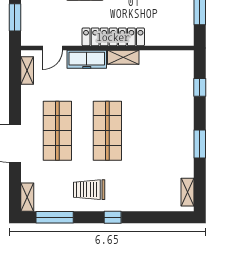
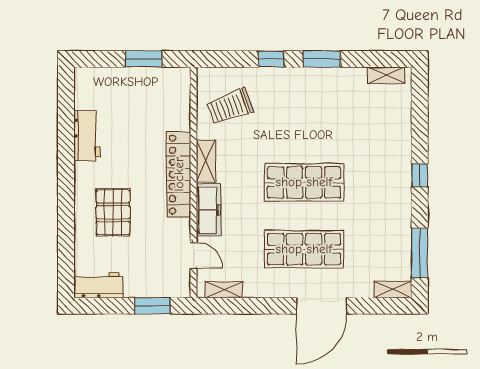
window: (200, 87) -> (271, 59), moved
trolley: (89, 190) -> (230, 107), moved, turned 70

